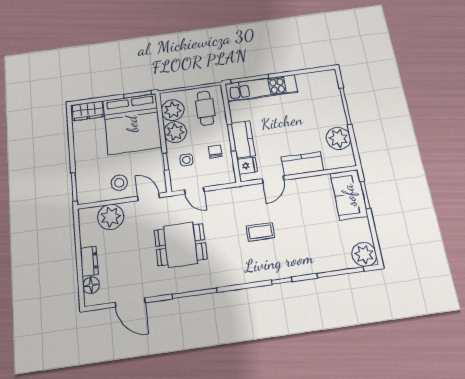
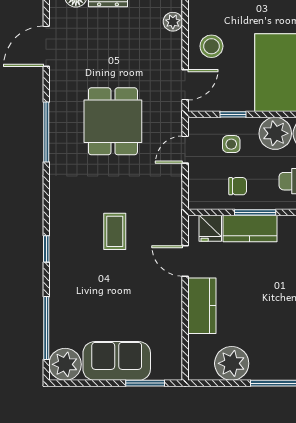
sofa: (349, 195) -> (117, 361), moved
plant: (111, 217) -> (173, 22), width x0.53, depth x0.53

